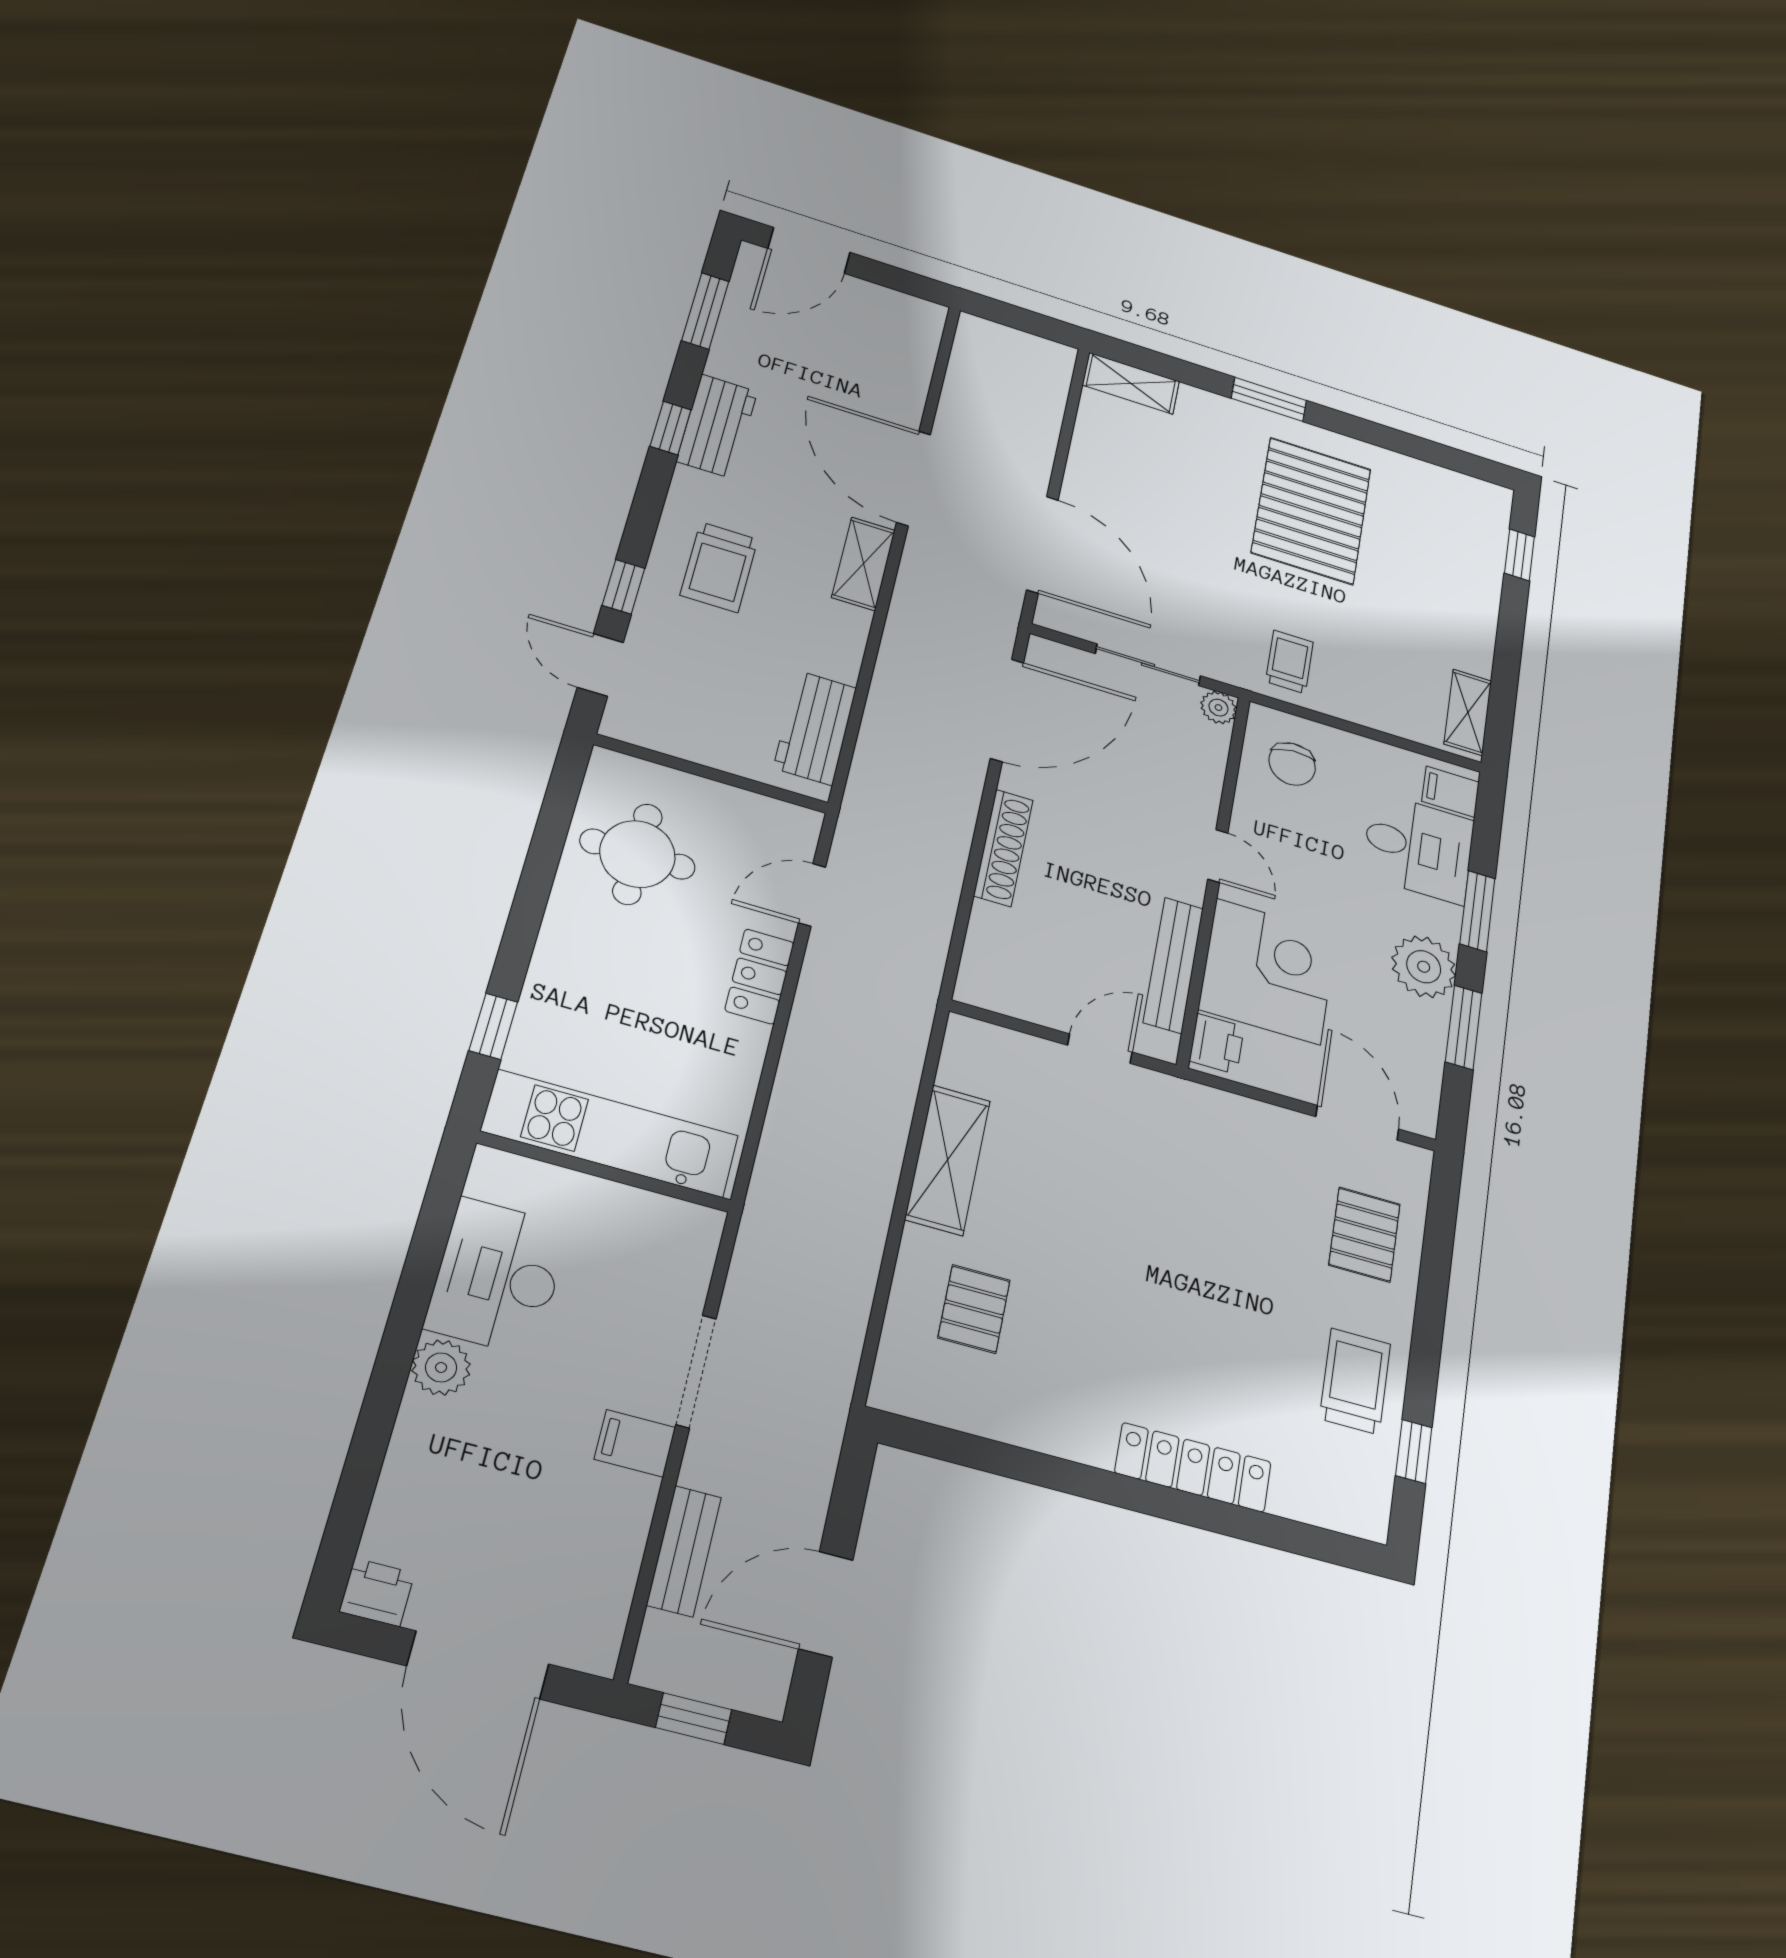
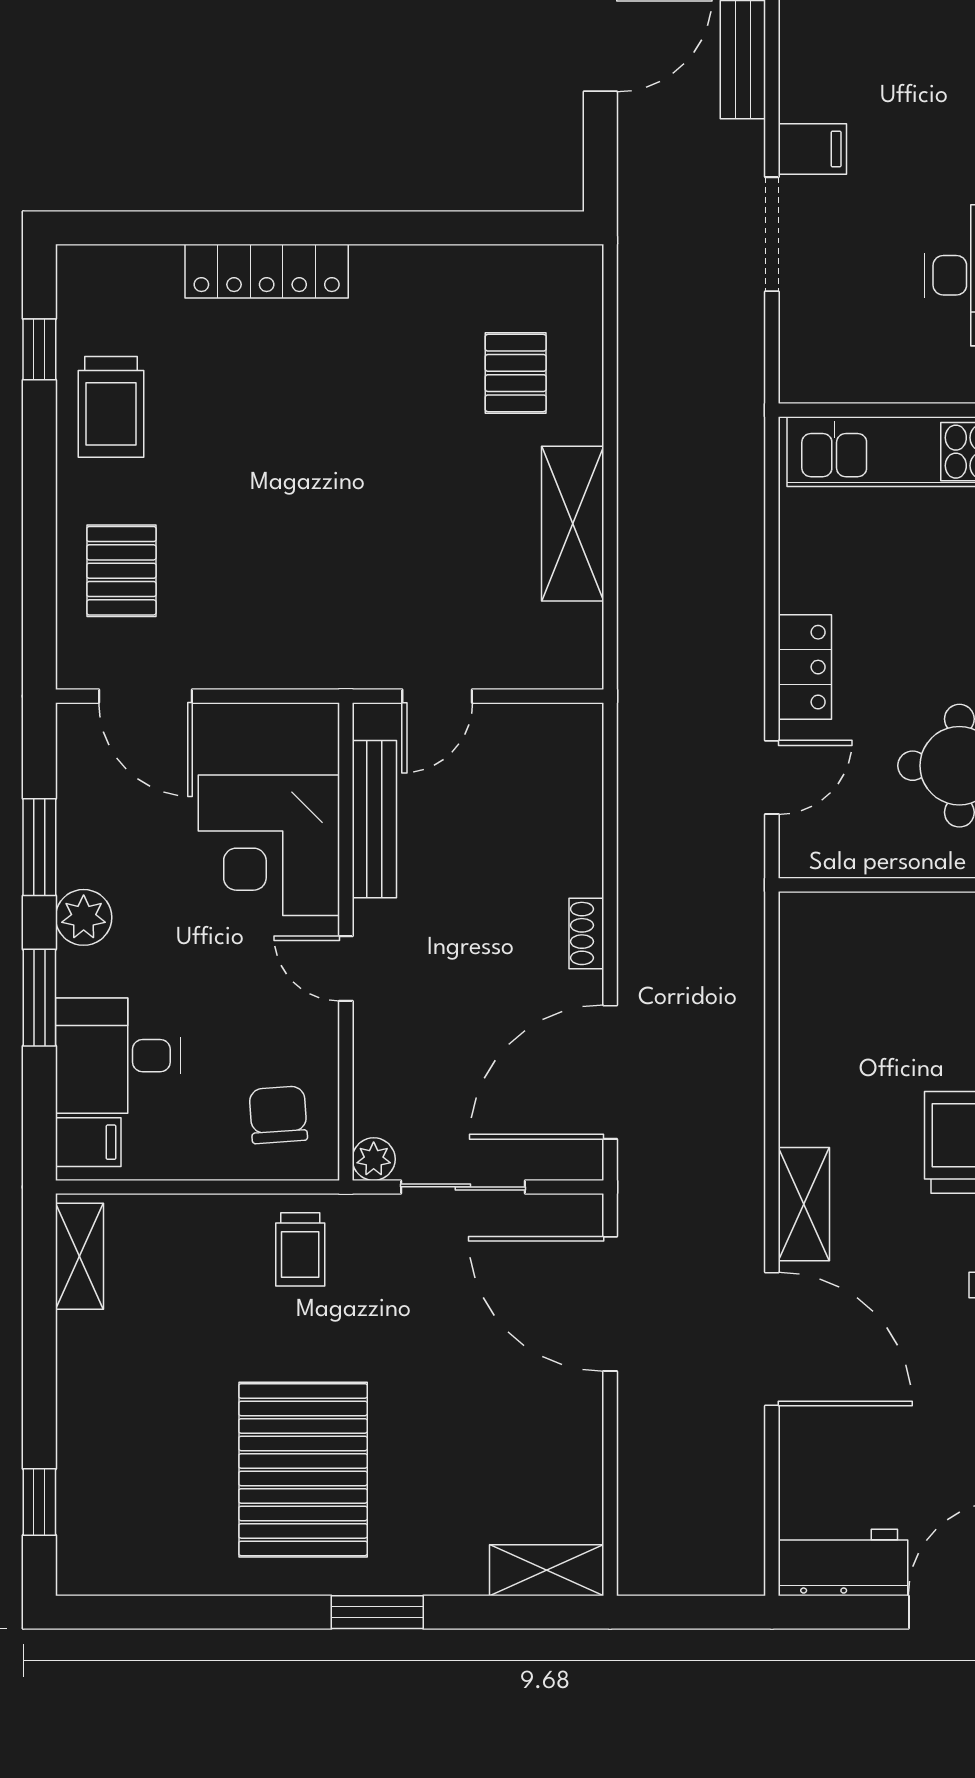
workbench: (815, 728) -> (843, 1563), moved, turned -90
shoe rack: (1003, 848) -> (586, 933), width x0.51, depth x0.81
plant: (1424, 967) -> (84, 917), width x0.73, depth x0.73
printer: (1217, 1044) -> (312, 741), removed

